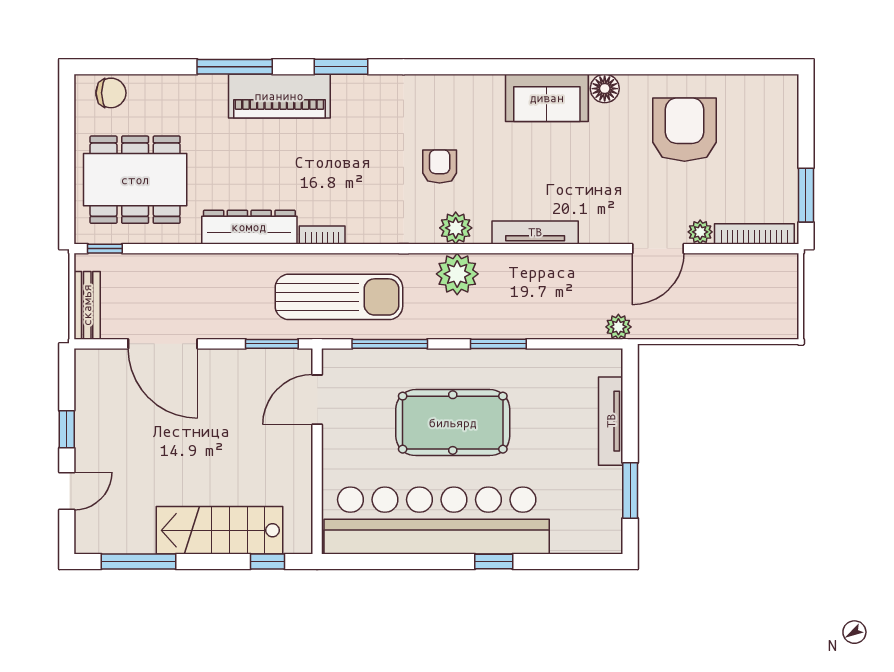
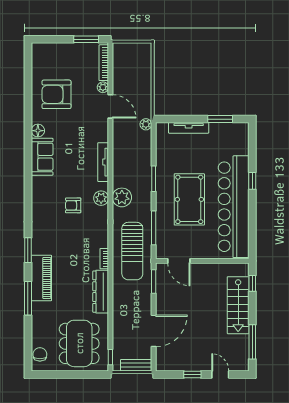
sun lounger: (339, 297) -> (132, 251), turned 180

